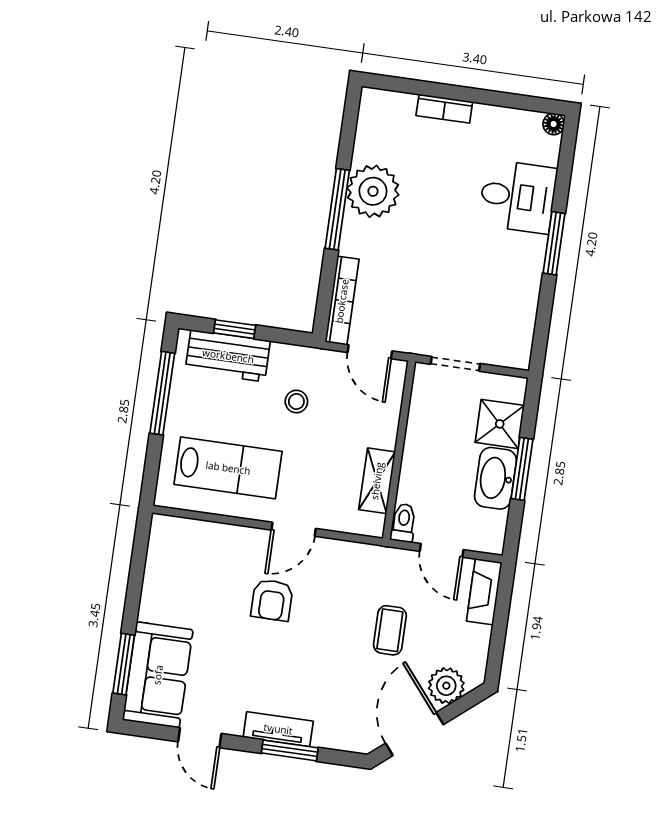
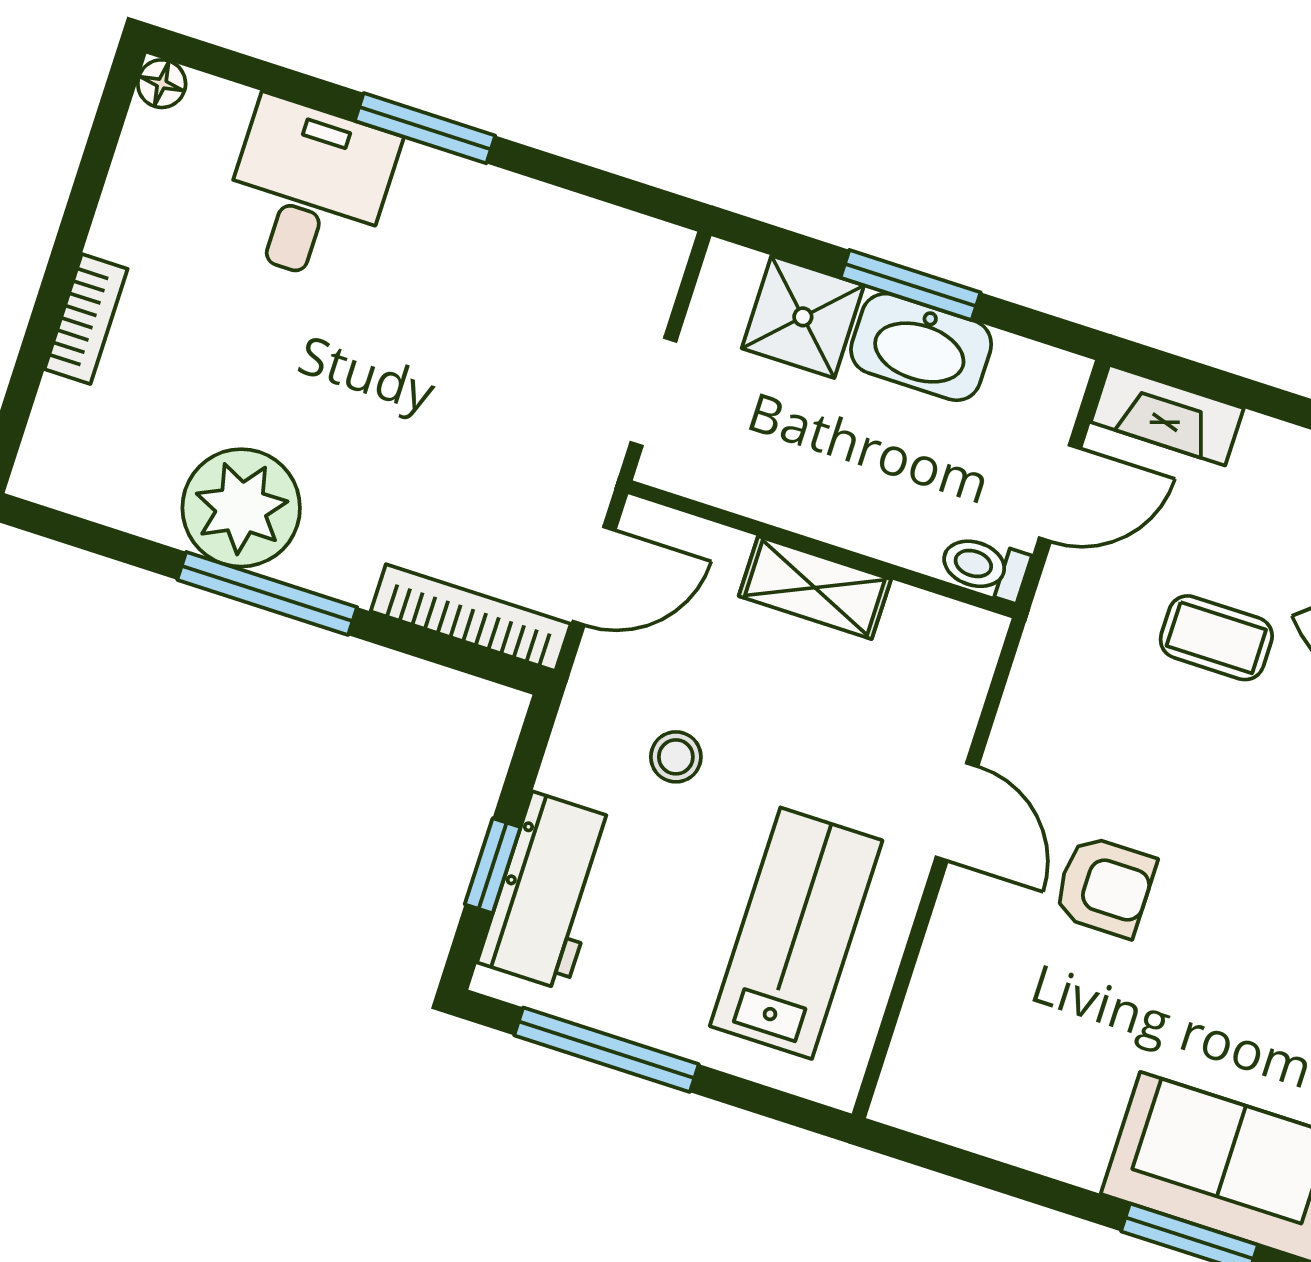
shelving: (377, 481) -> (815, 588), moved

